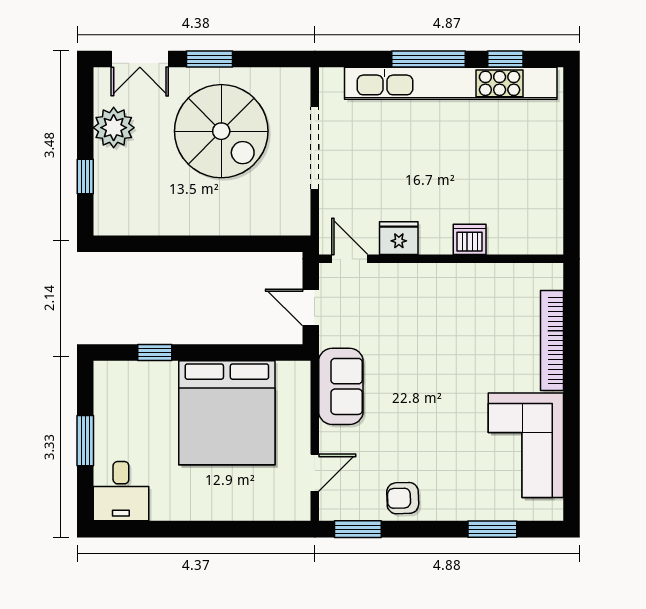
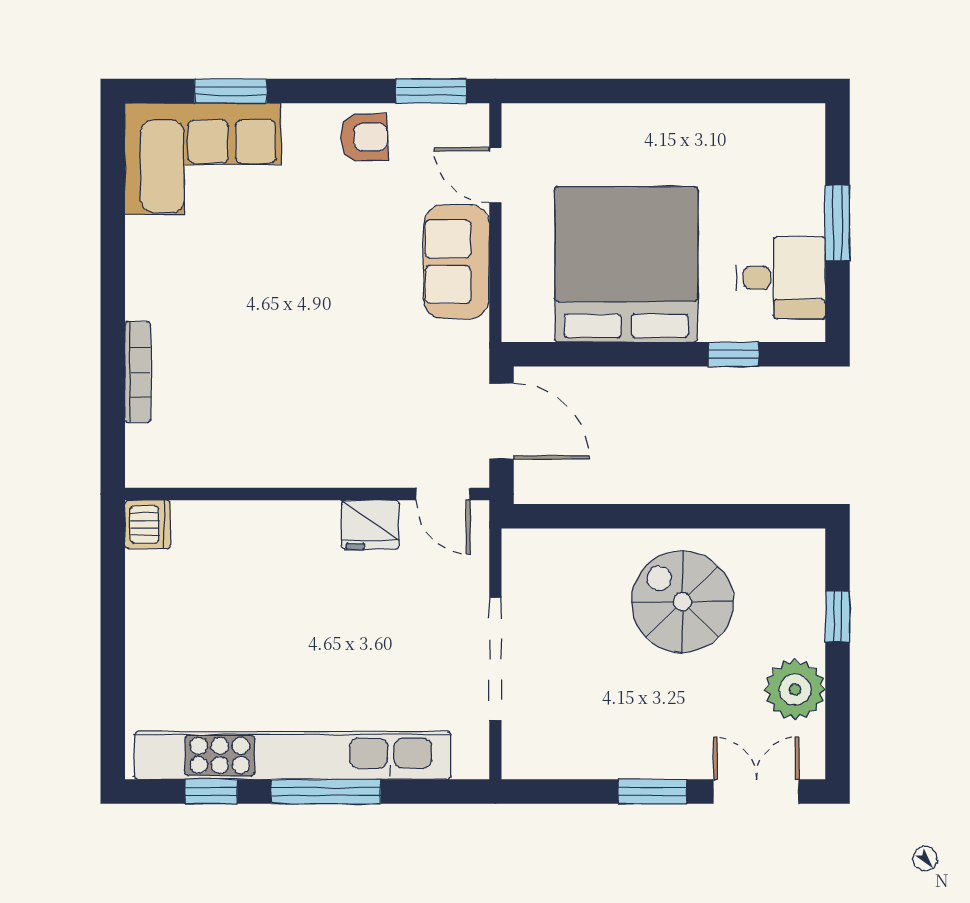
spiral stairs: (221, 131) -> (682, 602), moved, width x0.73, depth x0.73
dishwasher: (470, 239) -> (148, 524), moved, turned -90
door: (311, 307) -> (501, 421), width x1.38
bookcase: (552, 341) -> (138, 372), width x0.68, depth x0.76
sofa: (341, 386) -> (456, 262), moved
corner sofa: (526, 445) -> (203, 159), moved, turned 90
door: (315, 473) -> (495, 175), hinge flipped
desk: (121, 491) -> (781, 278), moved, turned 90

